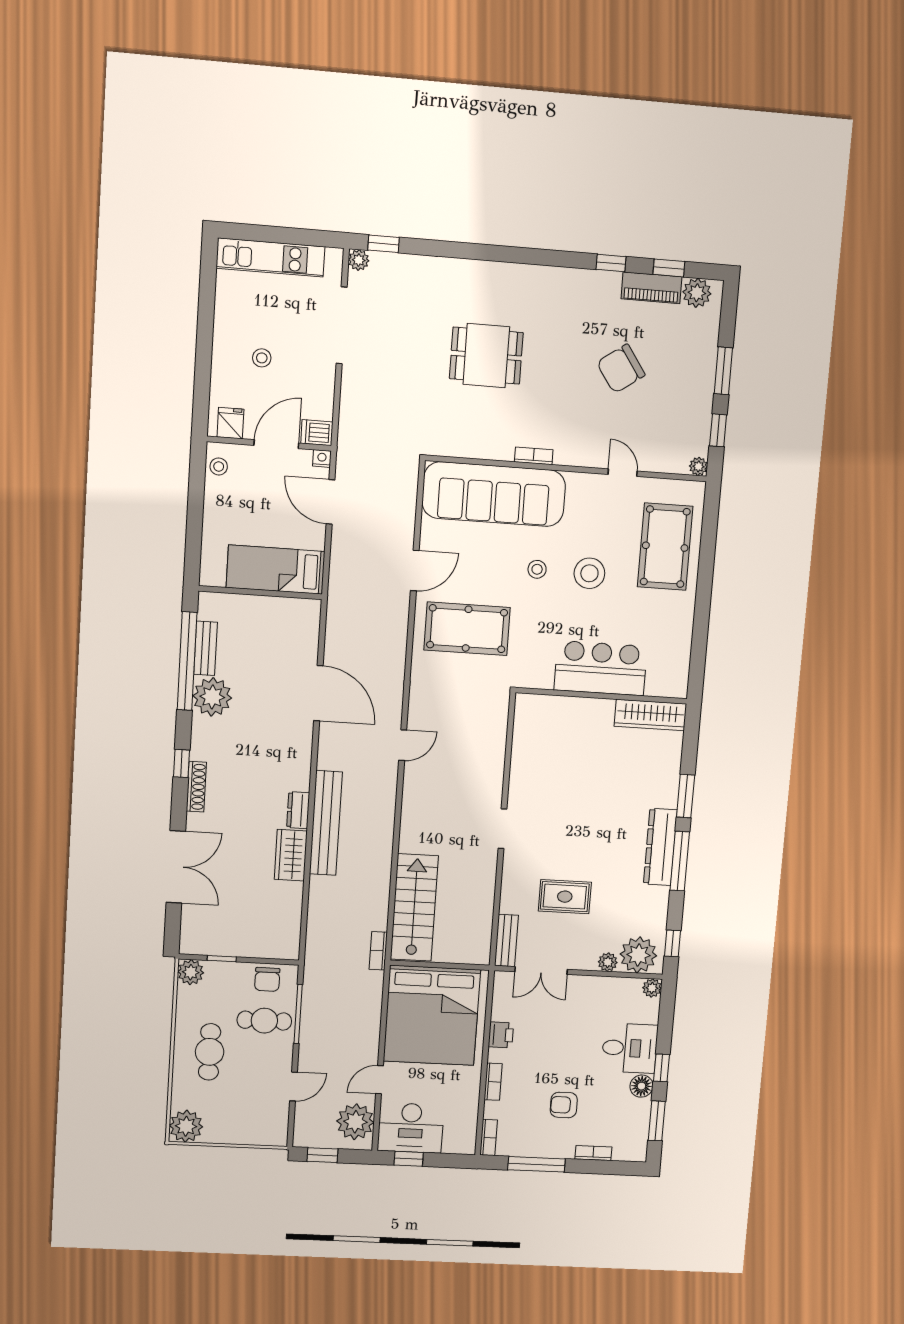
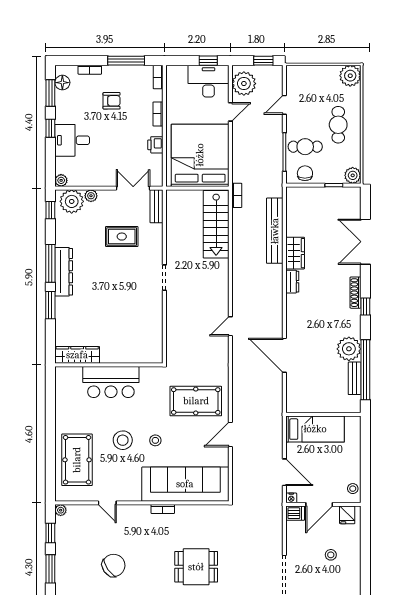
bench: (326, 823) -> (275, 231), moved
floor lamp: (641, 1086) -> (62, 83), moved

